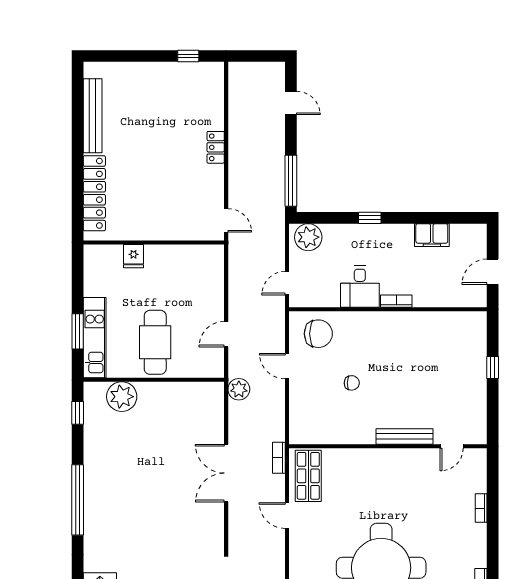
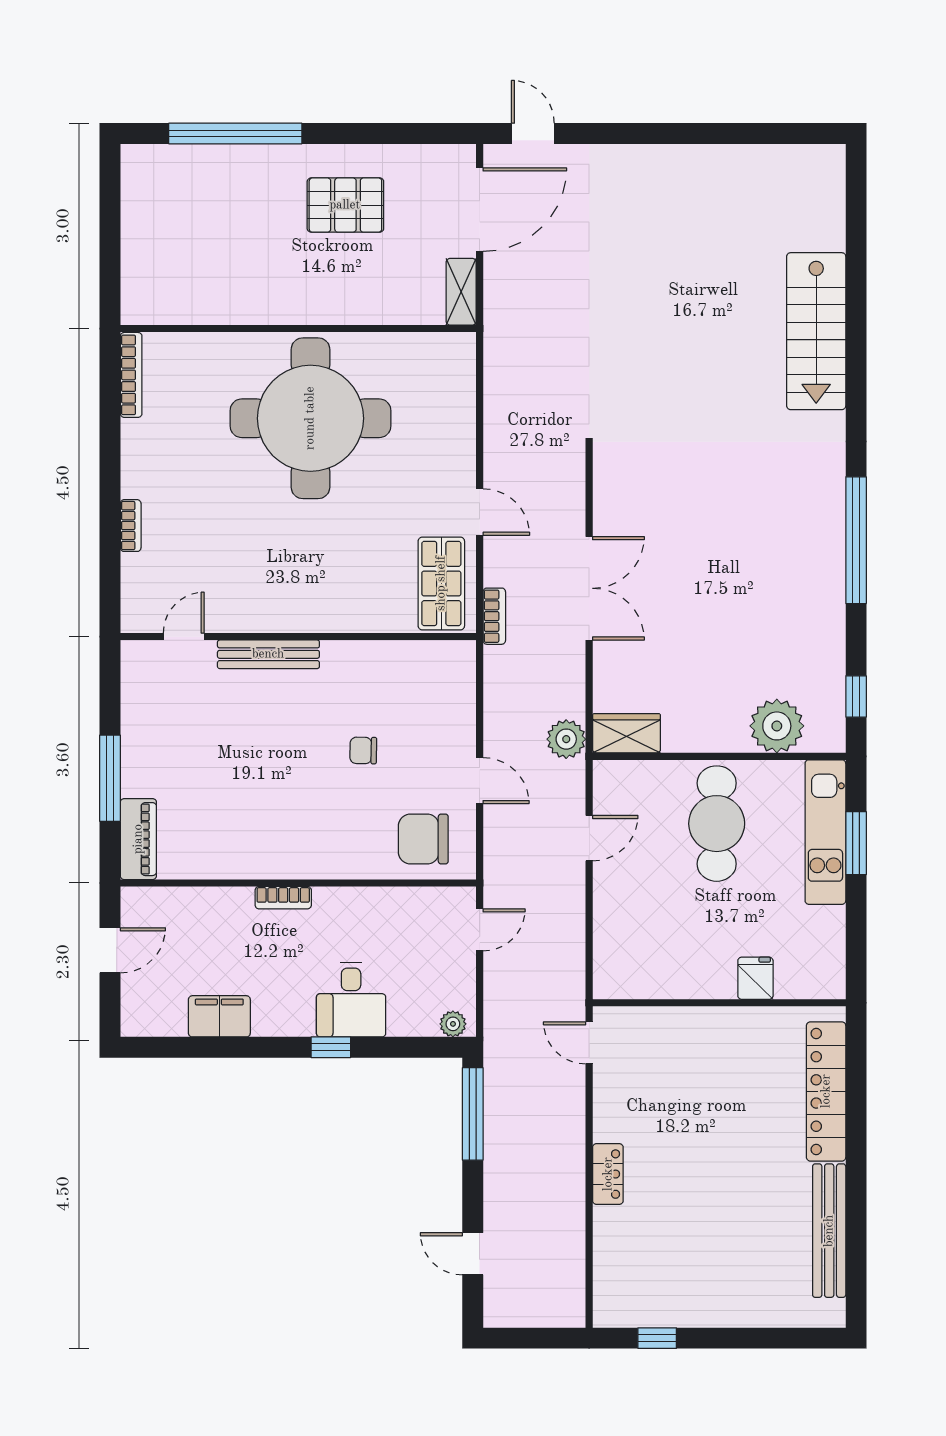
plant: (308, 237) -> (453, 1024), width x0.53, depth x0.53
desk: (360, 287) -> (351, 1000), moved, turned 180
piano: (477, 334) -> (138, 839), added
window: (493, 368) -> (110, 778), width x2.17
wardrobe: (205, 393) -> (626, 733), added

